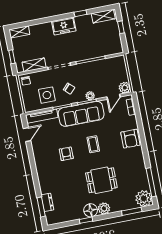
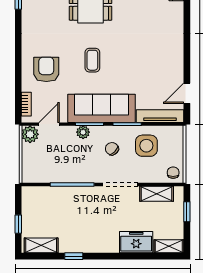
freezer: (64, 26) -> (136, 242), moved
armchair: (130, 139) -> (46, 69), moved
armchair: (66, 154) -> (135, 54), removed

